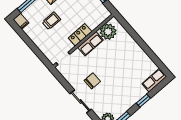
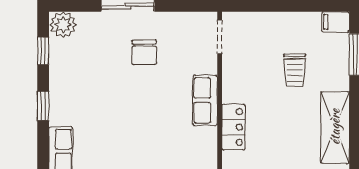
plant: (108, 32) -> (200, 145), removed
locker: (80, 35) -> (233, 127), moved

